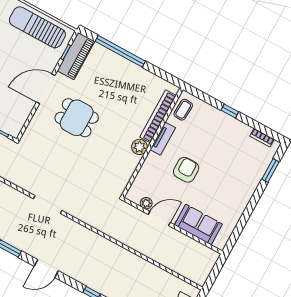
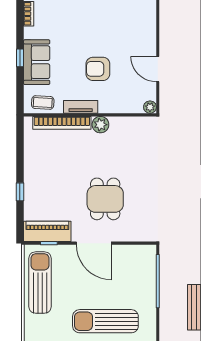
sun lounger: (37, 27) -> (40, 282), turned 180
window: (120, 51) -> (20, 192), width x0.32
plant: (146, 203) -> (150, 107), moved
sofa: (198, 225) -> (37, 62), moved, turned 180

